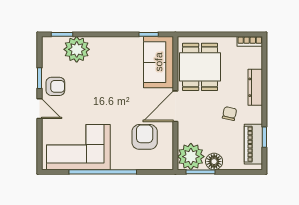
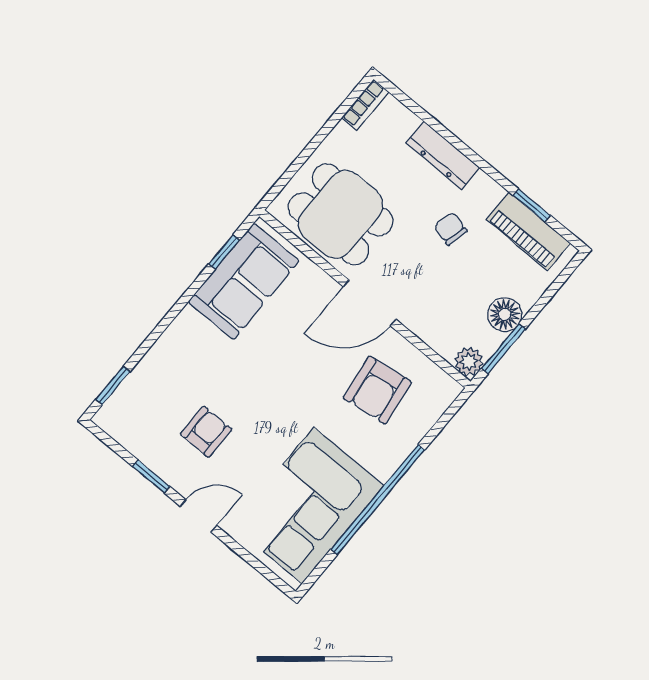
plant: (77, 49) -> (155, 382), removed
sofa: (159, 62) -> (244, 281), moved, turned -90
armchair: (55, 86) -> (206, 432), moved
door: (175, 106) -> (370, 303), hinge flipped
armchair: (145, 137) -> (377, 390), turned -98
plant: (191, 157) -> (469, 362), width x0.53, depth x0.53

